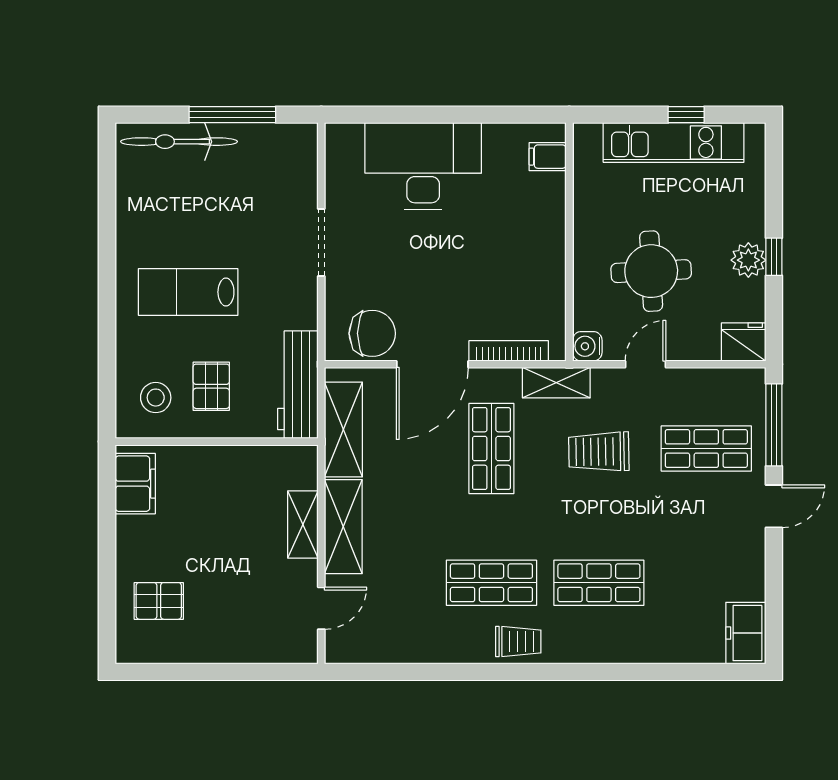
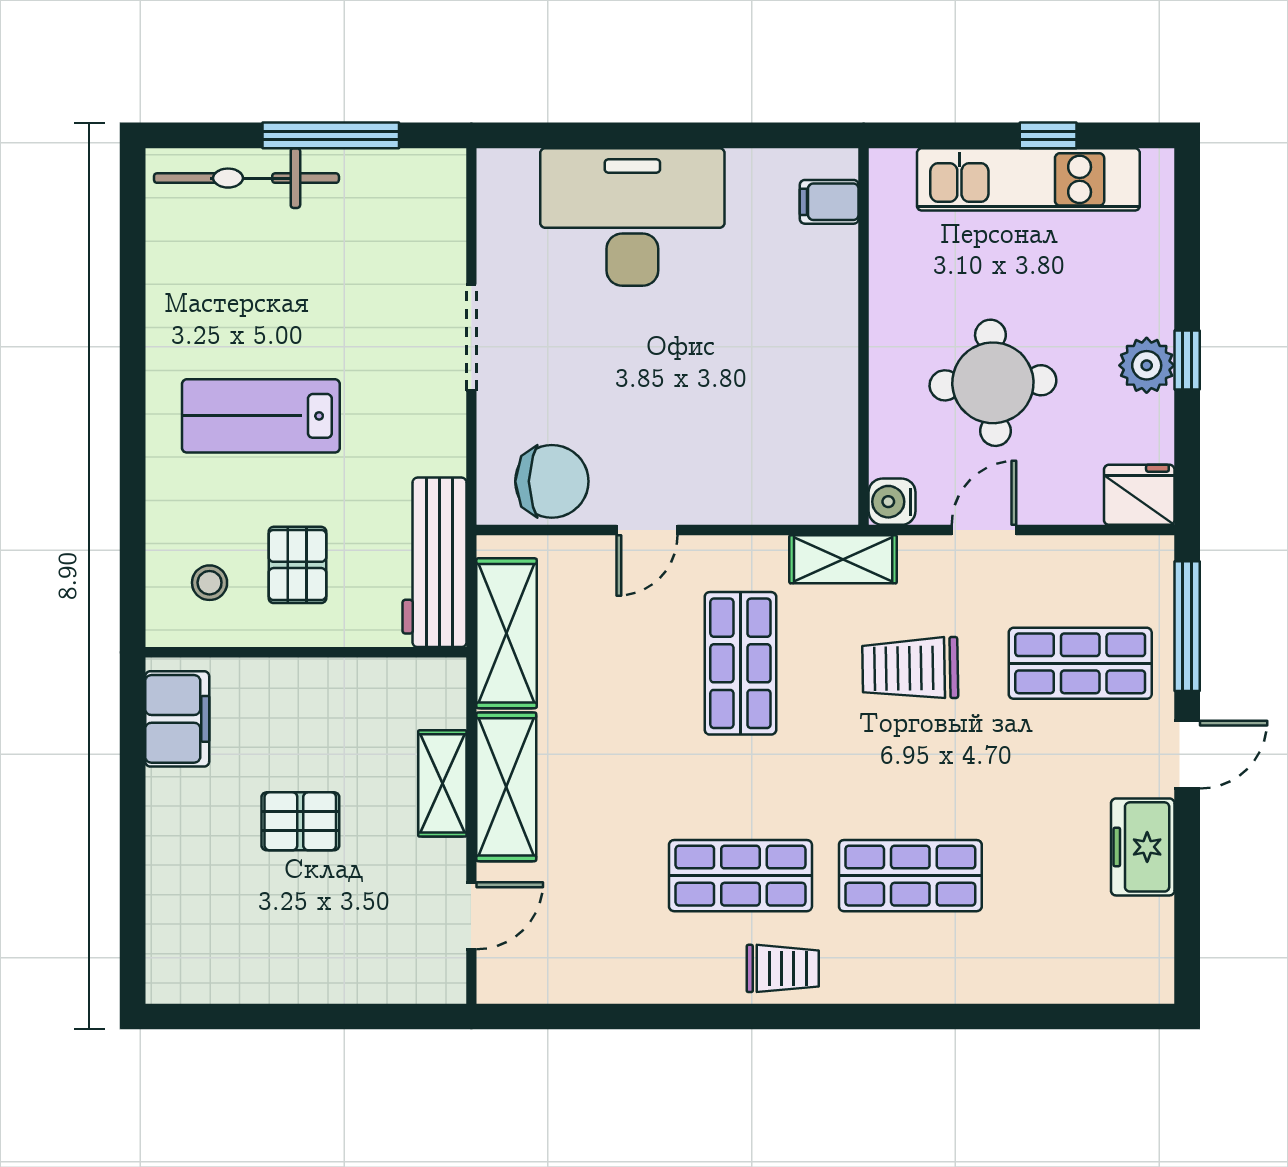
bookcase: (509, 351) -> (768, 509), removed
door: (432, 364) -> (647, 530), width x0.53
stool: (156, 398) -> (210, 583), width x0.73, depth x0.73
pallet: (159, 601) -> (300, 821), moved
freezer: (746, 633) -> (1143, 847), moved

